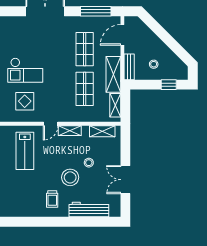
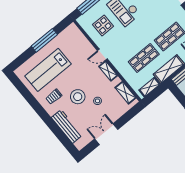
lab bench: (25, 151) -> (48, 70), moved, width x1.36, depth x1.39

